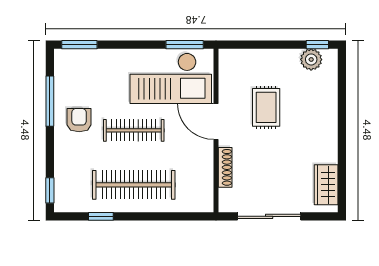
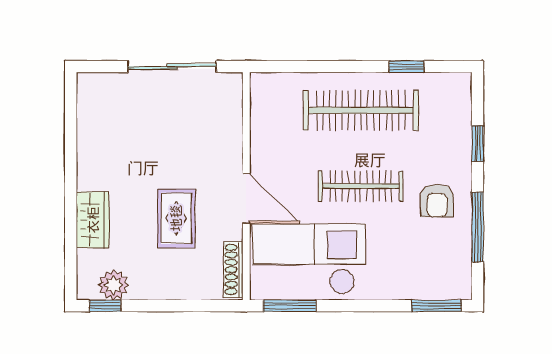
shoe rack: (225, 167) -> (233, 270), moved
wardrobe: (326, 185) -> (93, 220), moved
window: (50, 190) -> (478, 144), moved

